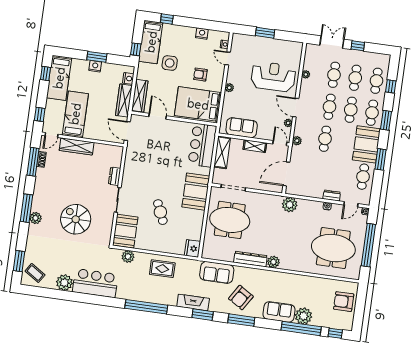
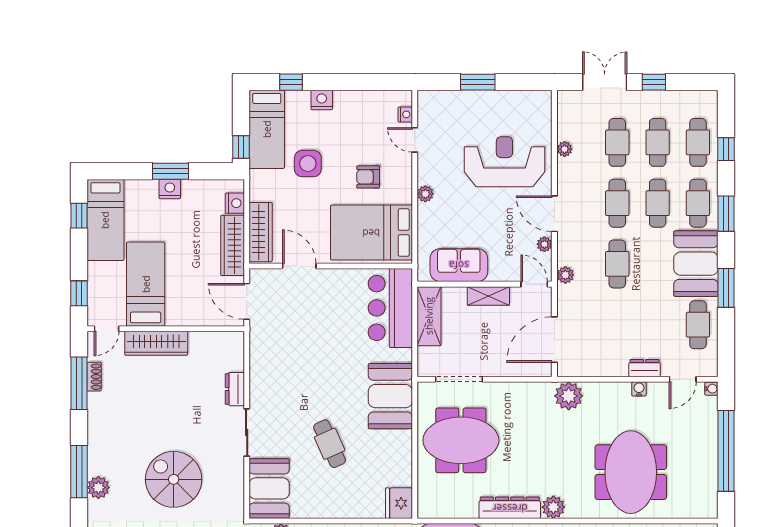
nightstand: (202, 34) -> (322, 100), moved
meeting table: (333, 248) -> (631, 472), moved, turned 90

